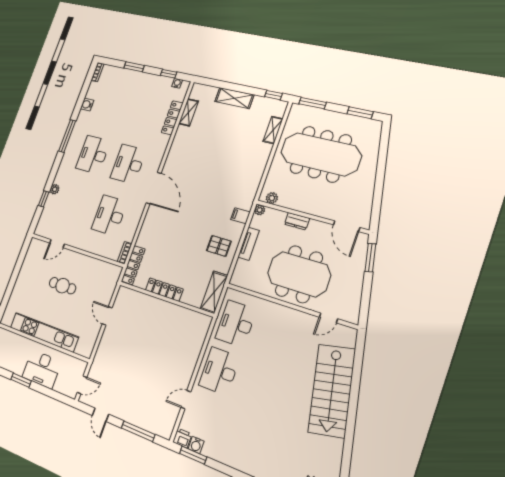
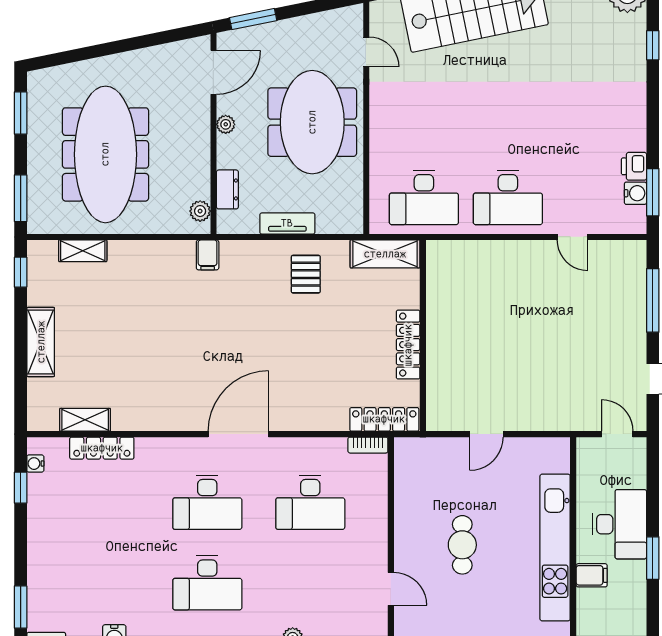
window: (134, 67) -> (21, 607), moved
plant: (260, 210) -> (226, 124), moved
filing cabinet: (240, 216) -> (208, 255), moved
dresser: (297, 221) -> (227, 189), moved
filing cabinet: (25, 346) -> (592, 575), added
printer: (182, 438) -> (634, 166), moved

